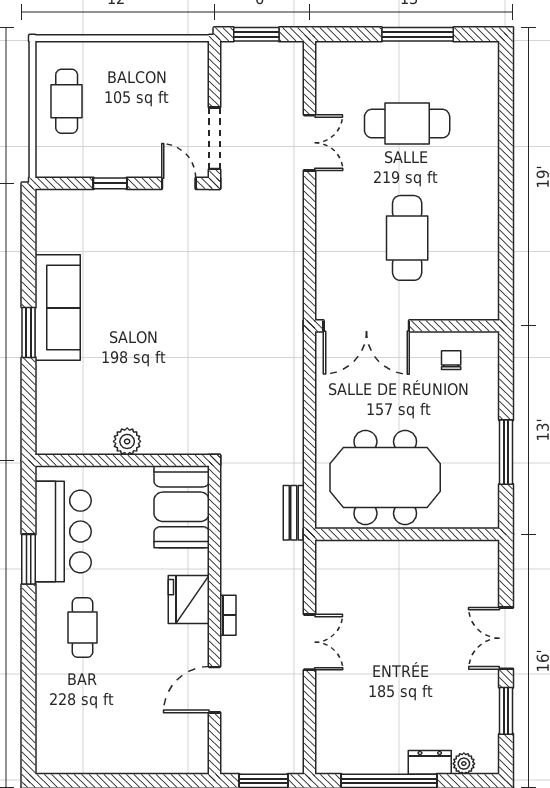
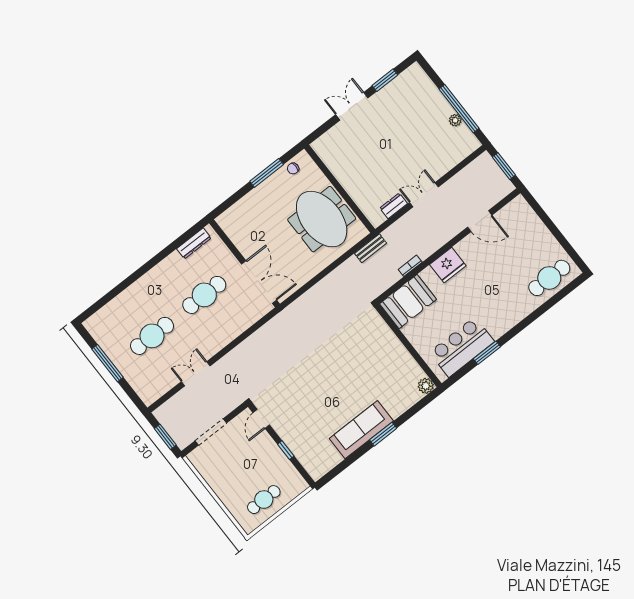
cafe table: (407, 124) -> (152, 336), turned 90
doorway: (215, 138) -> (211, 432), moved
dresser: (488, 279) -> (194, 243), added
chair: (451, 360) -> (293, 168), moved
plant: (127, 441) -> (426, 386), moved
bookcase: (228, 615) -> (410, 266), moved
cafe table: (82, 628) -> (549, 278), moved, width x1.37, depth x1.35
double door: (506, 638) -> (352, 106), swing flipped
dresser: (430, 762) -> (394, 206), moved, turned 90
plant: (464, 764) -> (455, 120), moved

